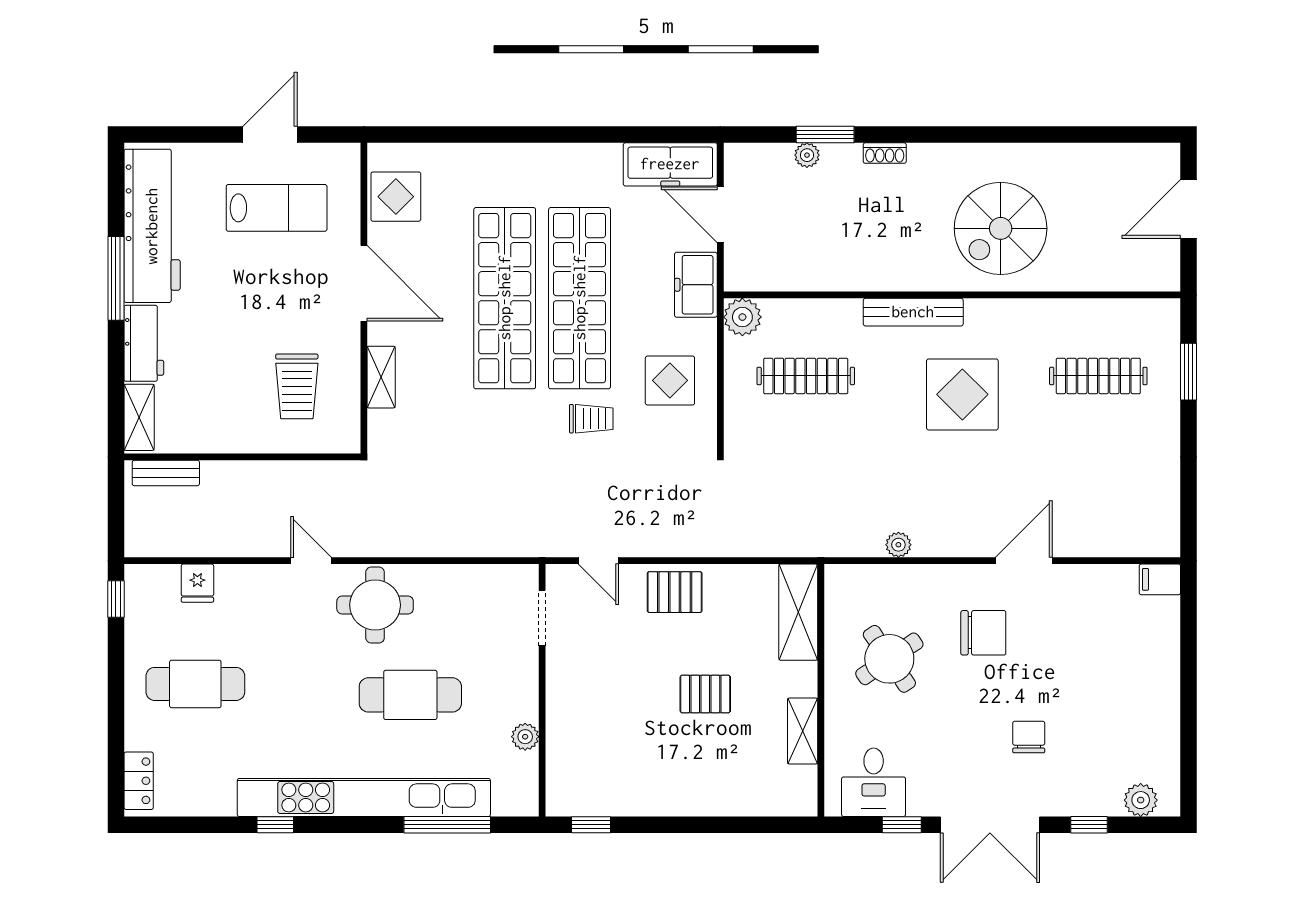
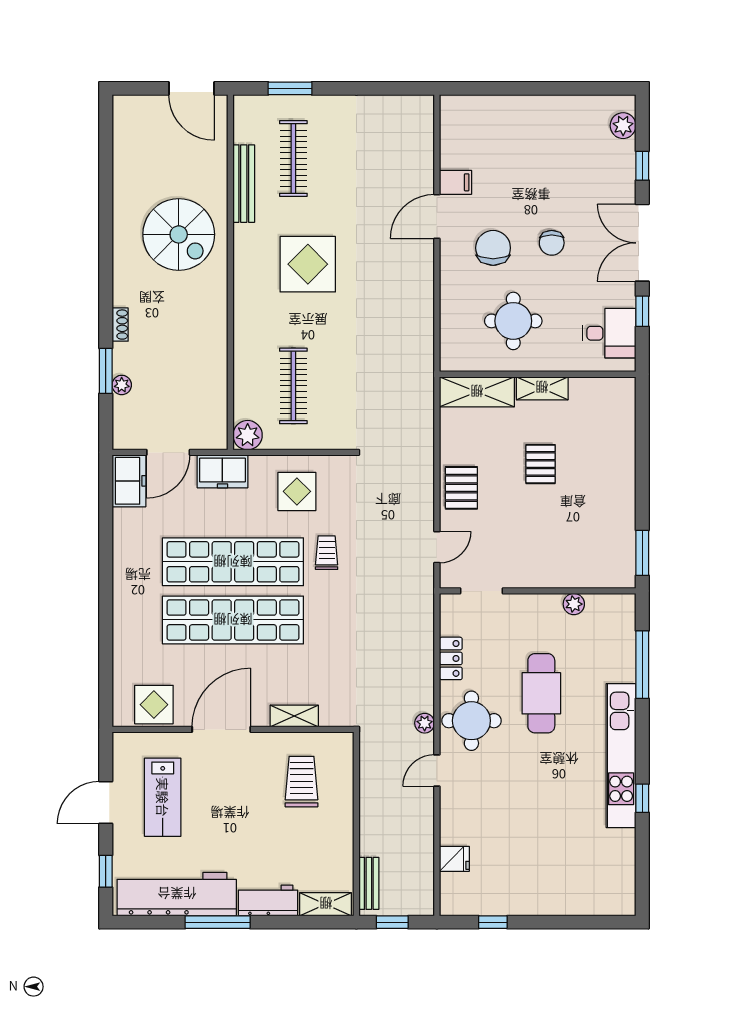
window: (181, 135) -> (106, 871), added
door: (270, 135) -> (106, 802), hinge flipped
freezer: (670, 164) -> (129, 481), width x0.71
lab bench: (277, 208) -> (163, 797), turned 180
door: (1189, 209) -> (191, 88), moved
bench: (913, 312) -> (244, 184), moved
trolley: (297, 386) -> (302, 782), turned -90
window: (116, 503) -> (392, 922), added
plant: (898, 545) -> (425, 723), moved
door: (1024, 561) -> (437, 216), hinge flipped
filing cabinet: (1160, 579) -> (455, 182), moved, turned -90
window: (116, 599) -> (493, 922), moved
round table: (889, 659) -> (513, 321), turned 34
cafe table: (195, 684) -> (533, 860), removed
shelving: (803, 731) -> (542, 388), moved
chair: (1029, 737) -> (552, 243), moved, turned -90
locker: (139, 781) -> (451, 658), moved, turned 90
kitchen unit: (364, 797) -> (621, 756), width x0.73
window: (591, 825) -> (642, 553), width x1.50
double door: (990, 825) -> (642, 243), swing flipped

